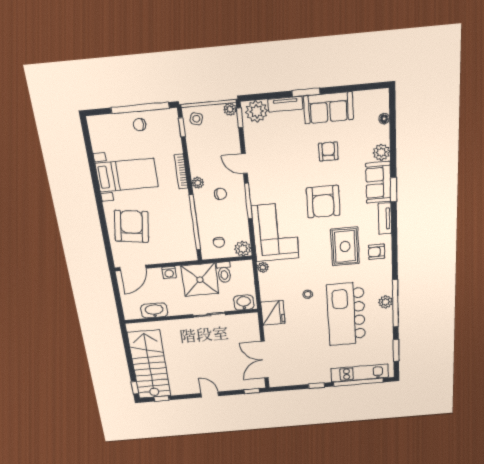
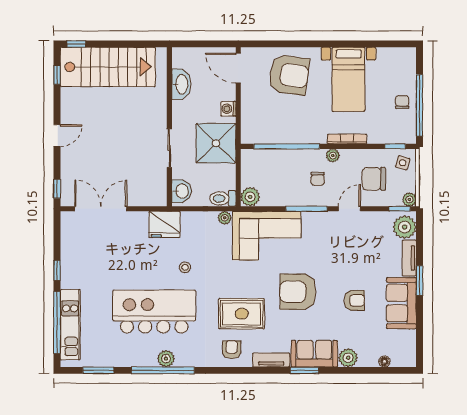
chair: (219, 242) -> (374, 179), moved, width x1.87, depth x1.87
toilet: (224, 272) -> (223, 198), moved

